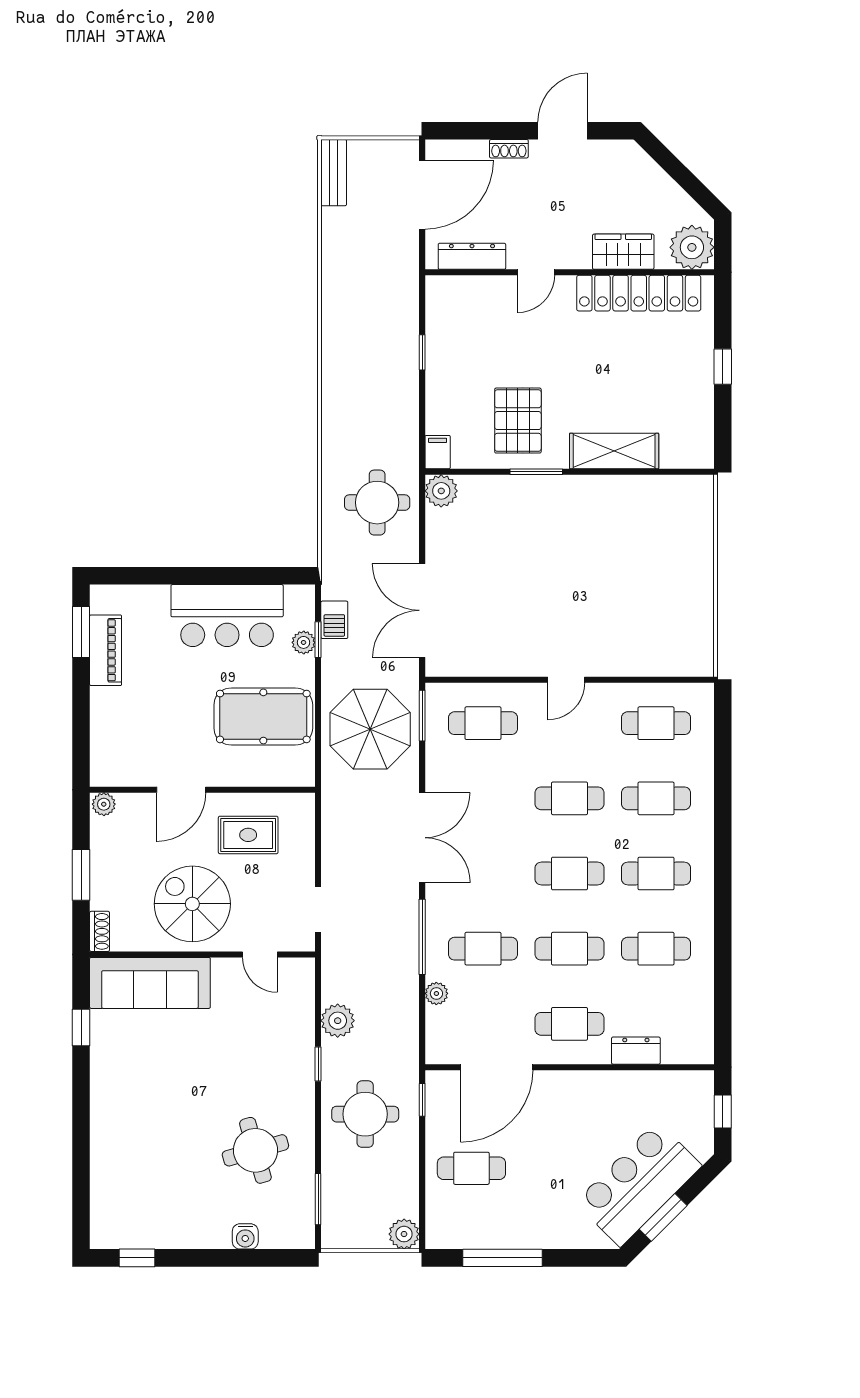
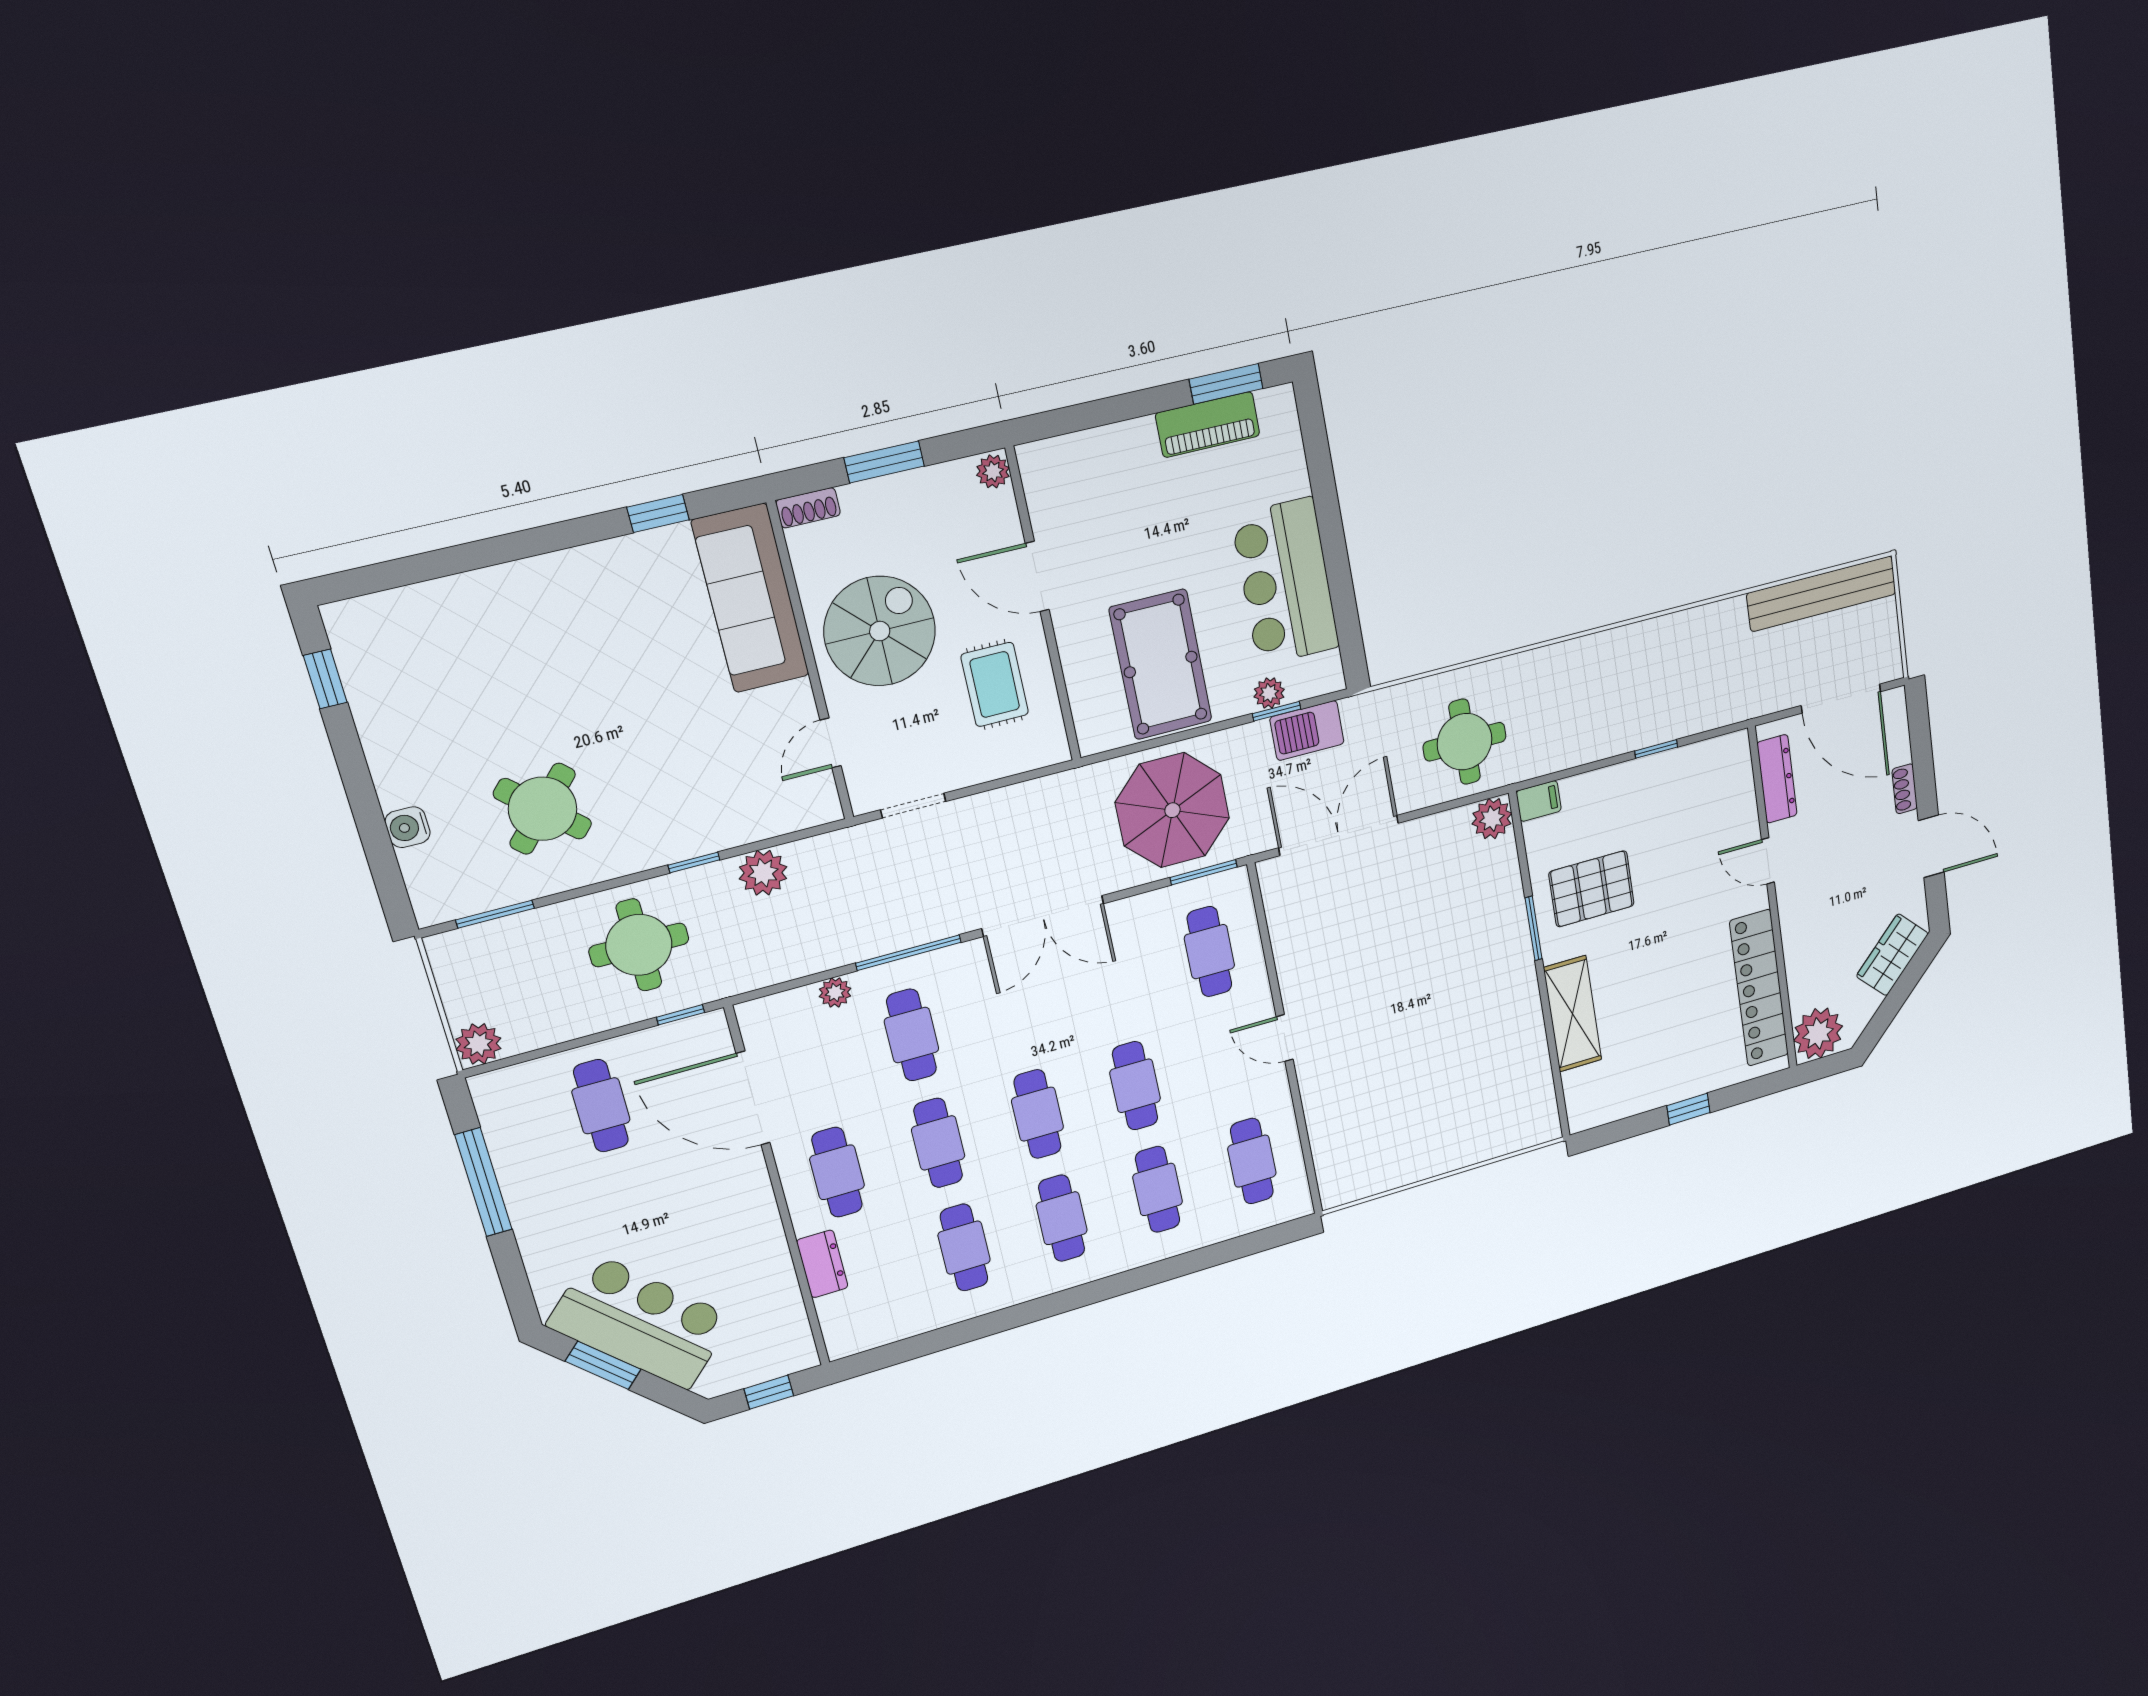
bench: (334, 173) -> (1822, 594), width x1.86, depth x1.21
wardrobe: (623, 252) -> (1892, 955), moved, turned -135
barbecue: (334, 620) -> (1307, 731), width x1.38, depth x1.27
round table: (255, 1150) -> (543, 809), turned -31

